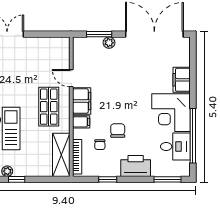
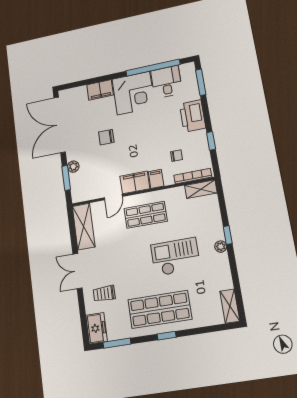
shelving: (48, 45) -> (84, 226), added
chair: (118, 131) -> (106, 137), moved
shelving: (61, 155) -> (201, 189), width x0.67, depth x0.75

